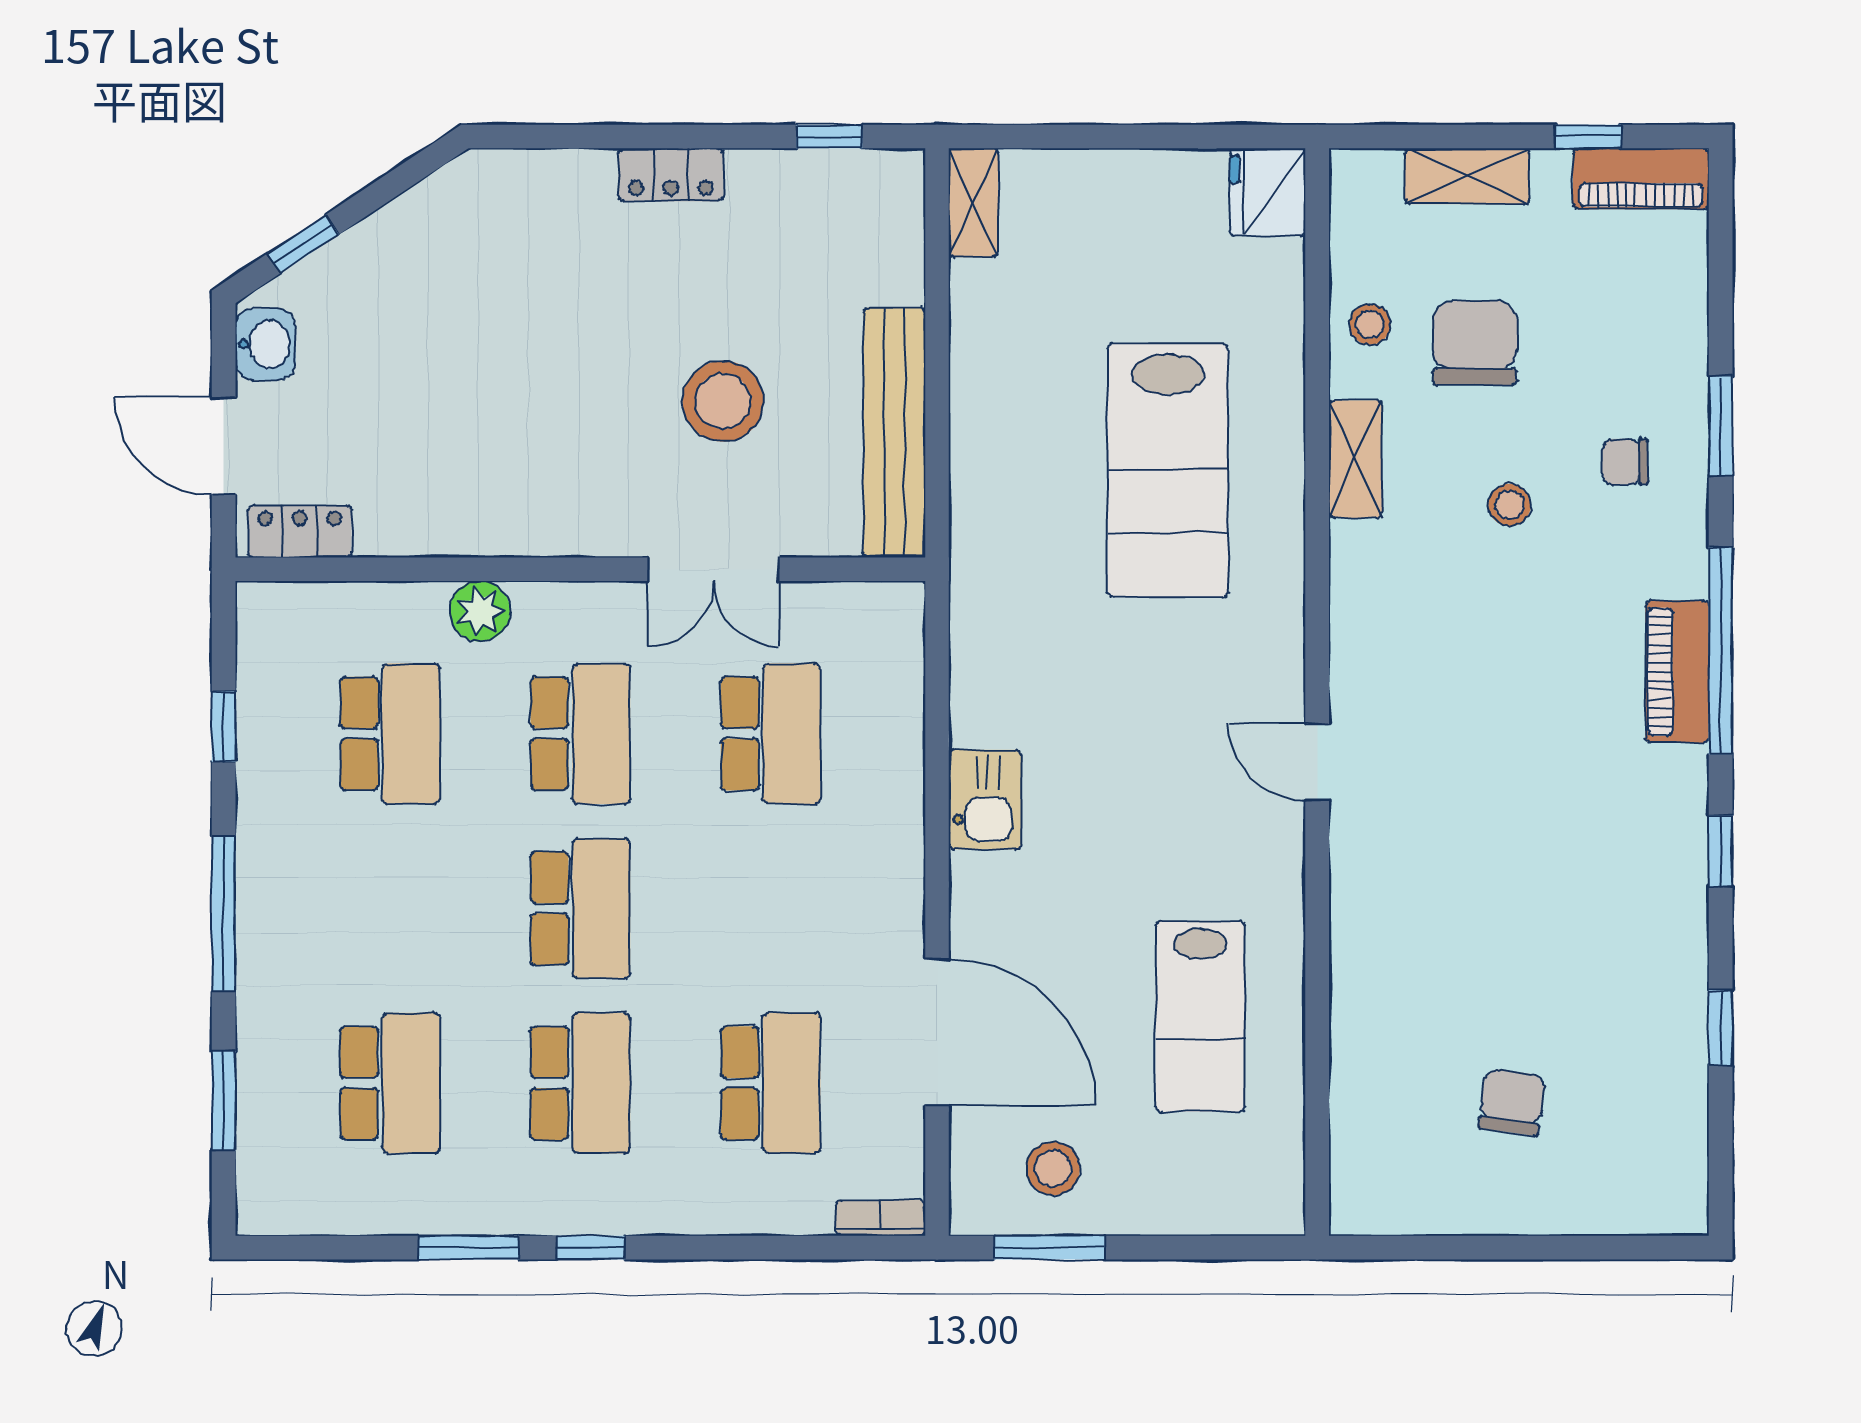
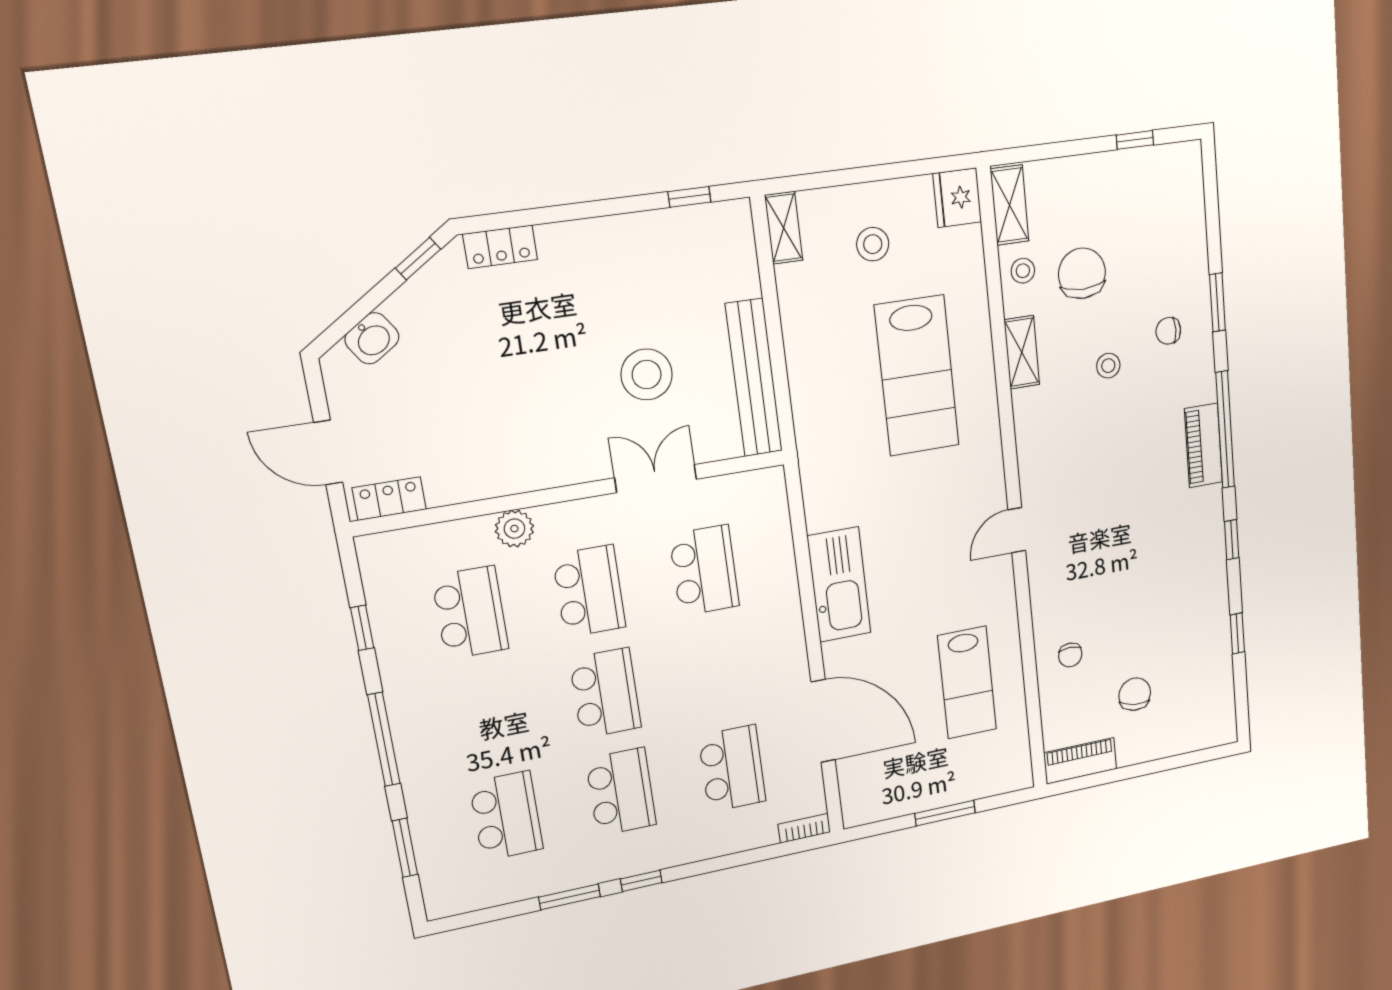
locker: (671, 175) -> (500, 247), moved
shelving: (1467, 176) -> (1010, 205), moved, turned 90
piano: (1641, 179) -> (1080, 761), moved, turned 180
window: (303, 244) -> (418, 259), moved
washbasin: (265, 344) -> (372, 338), moved, turned 56
double door: (713, 569) -> (656, 479), swing flipped
door: (1317, 762) -> (1017, 530), hinge flipped
kitchen sink: (985, 800) -> (839, 585), width x1.87, depth x1.24
chair: (1395, 1004) -> (1070, 655), added
stool: (1053, 1169) -> (873, 244), moved
window: (1049, 1248) -> (945, 813), moved

